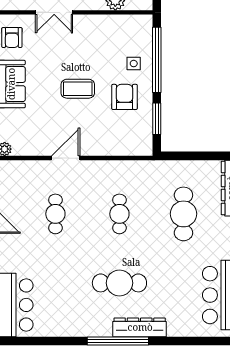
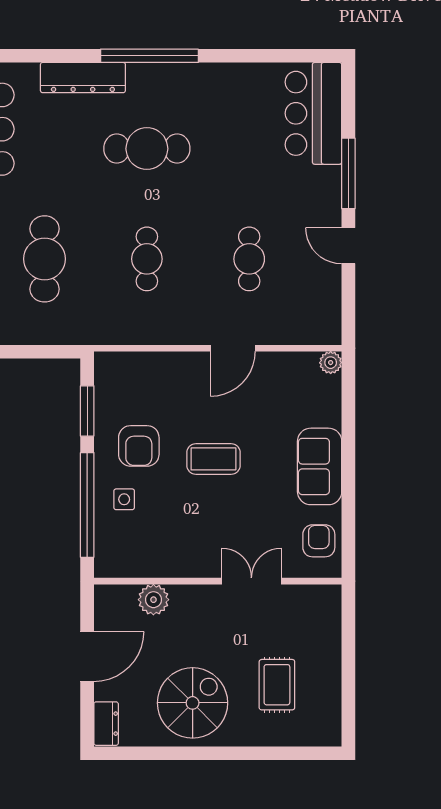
dresser: (140, 327) -> (83, 78), moved

